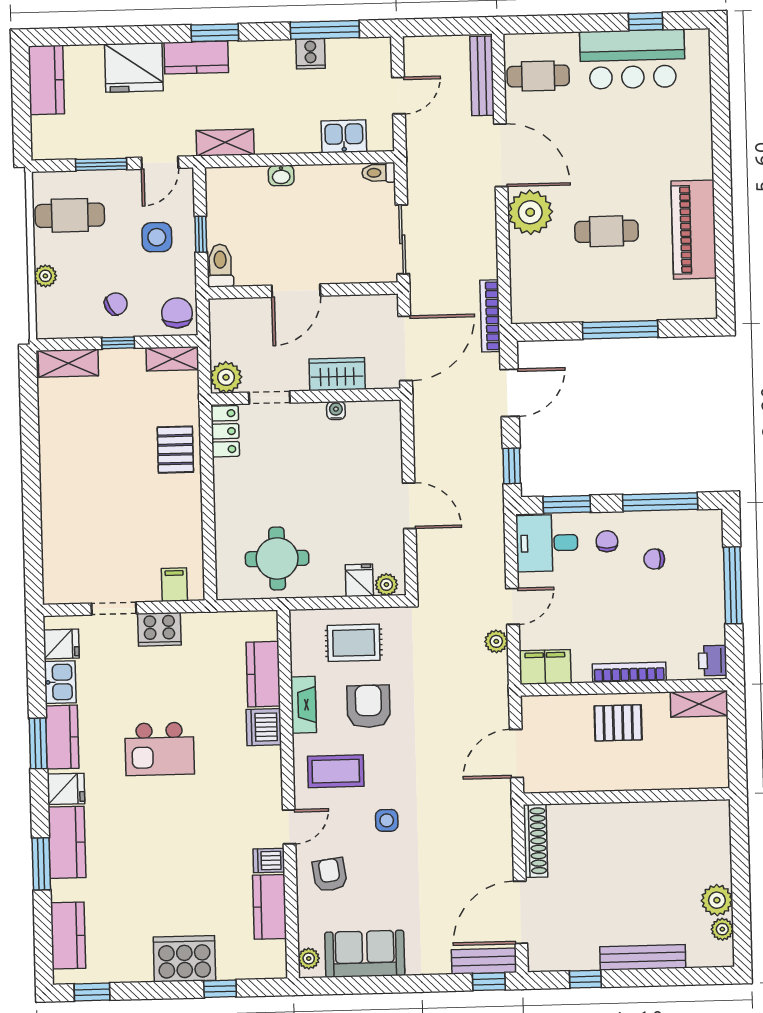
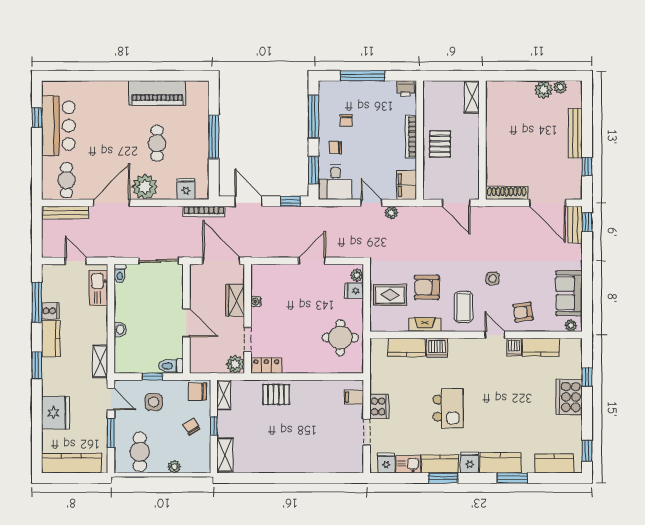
kitchen counter: (196, 58) -> (51, 339), moved
kitchen counter: (46, 80) -> (71, 463), width x1.50
kitchen sink: (344, 136) -> (98, 288), width x1.38
fridge: (528, 284) -> (186, 189), added
rug: (354, 643) -> (390, 295), turned 90
shelving: (699, 704) -> (472, 97), moved

